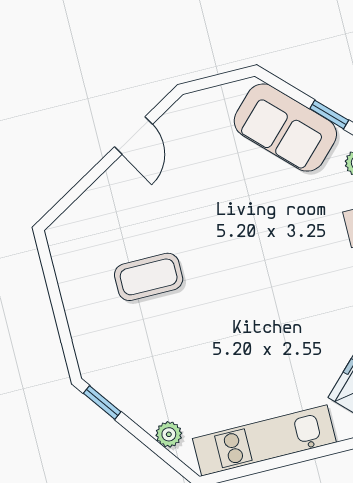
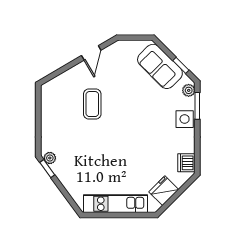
coffee table: (149, 277) -> (92, 104), moved, turned 90
plant: (169, 434) -> (50, 158), moved

